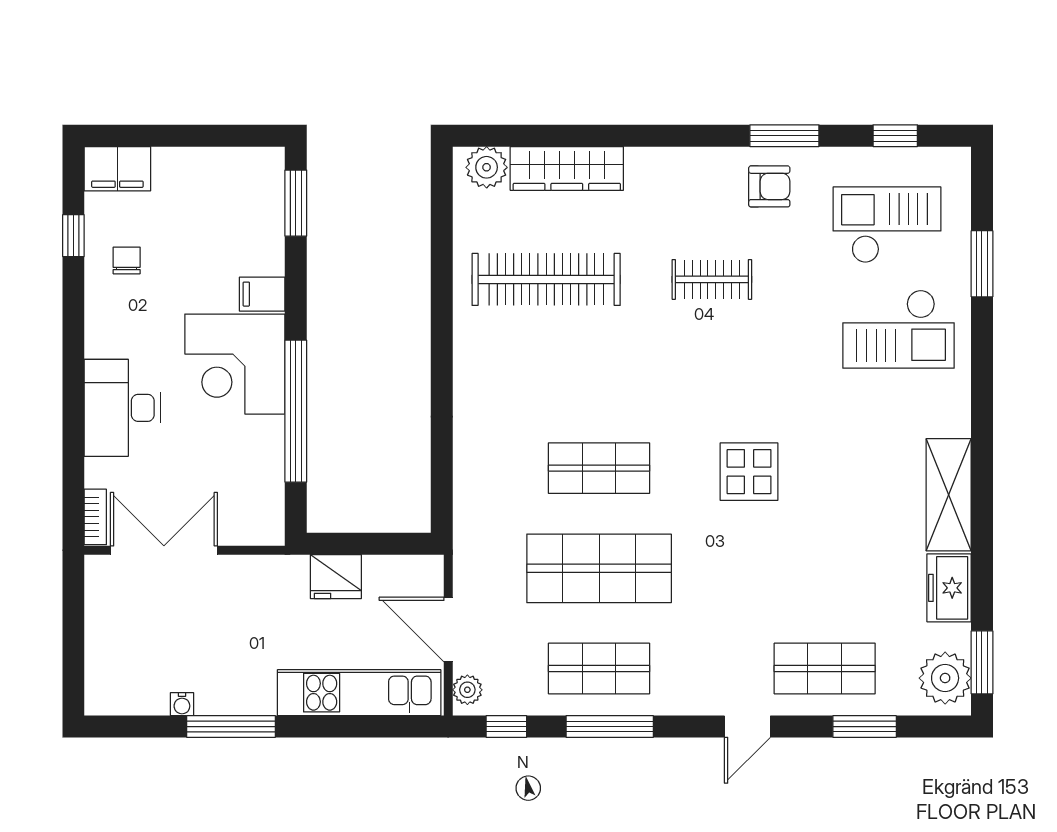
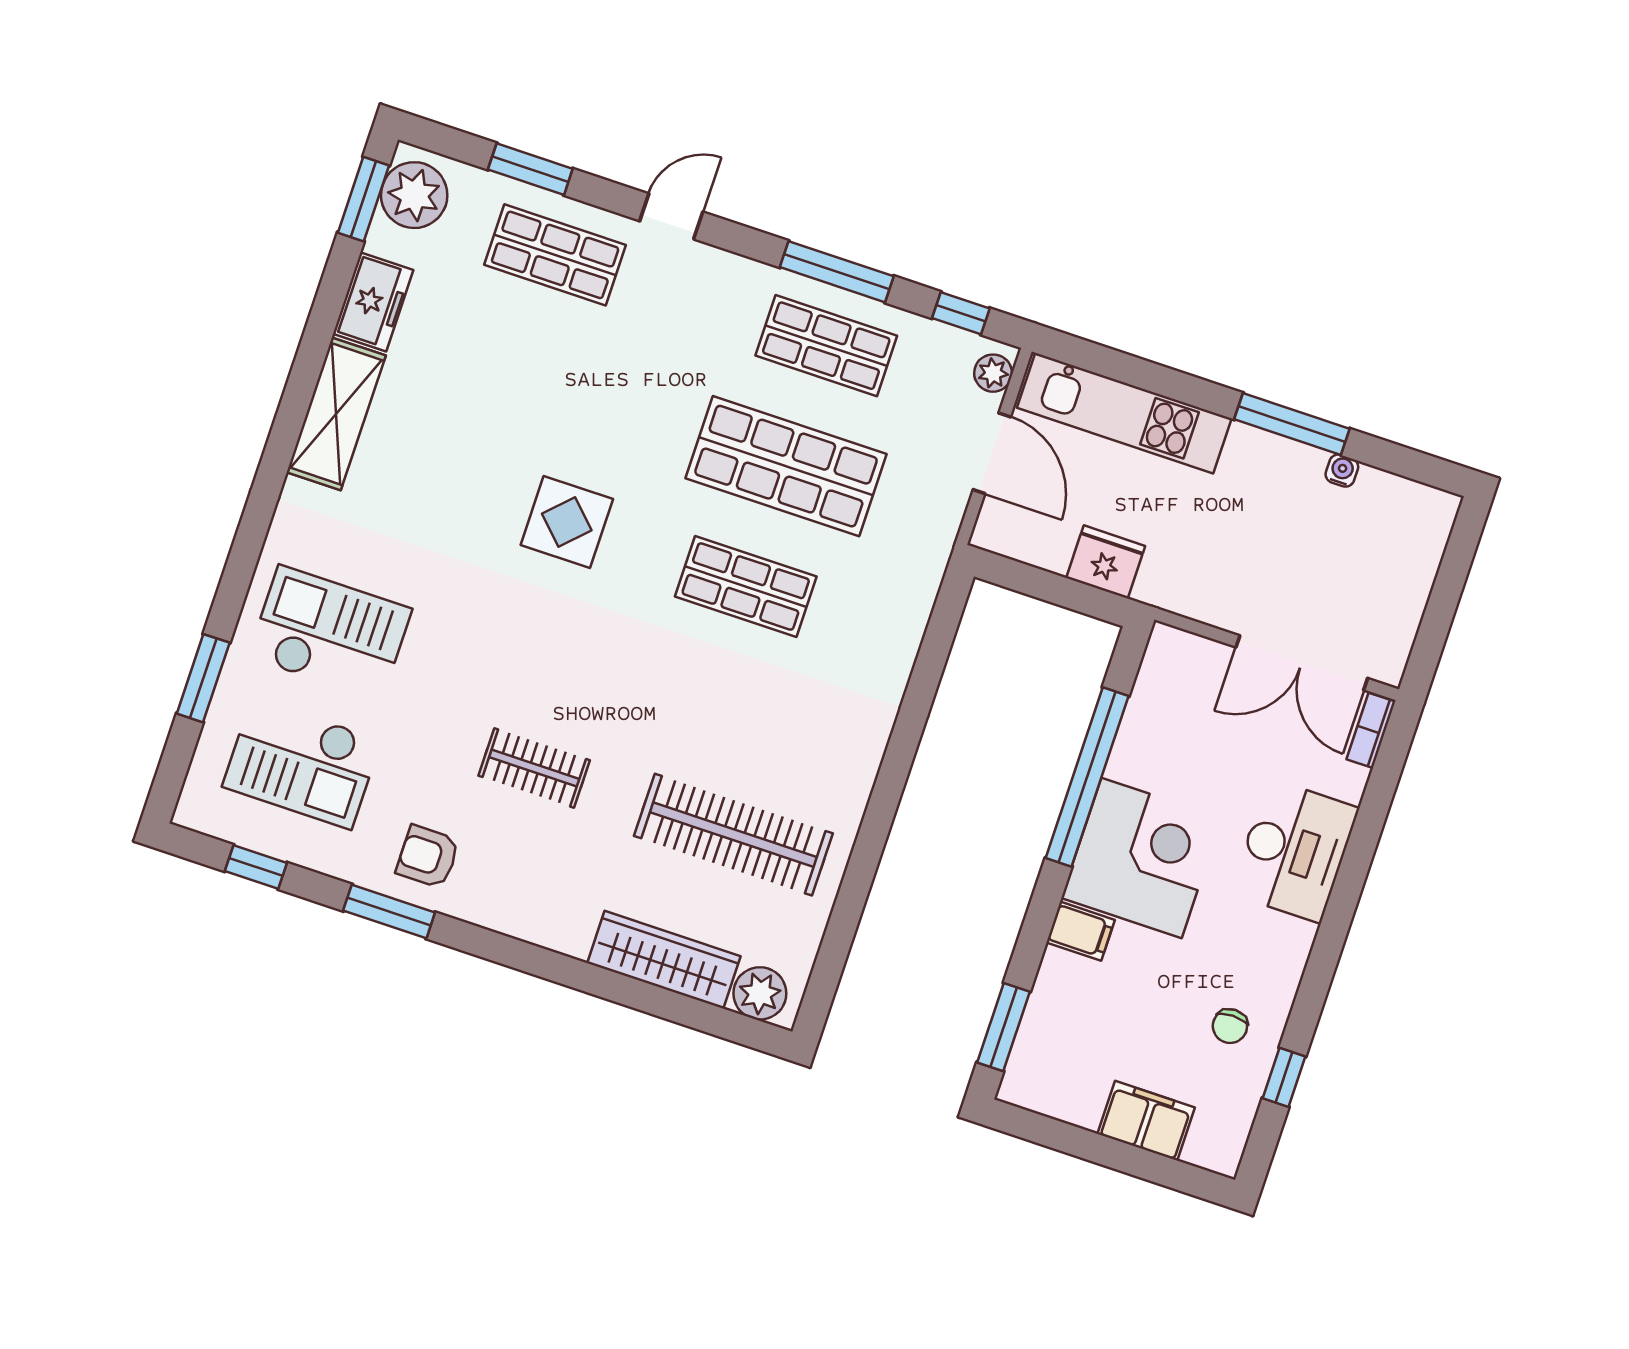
filing cabinet: (117, 169) -> (1146, 1121), moved

